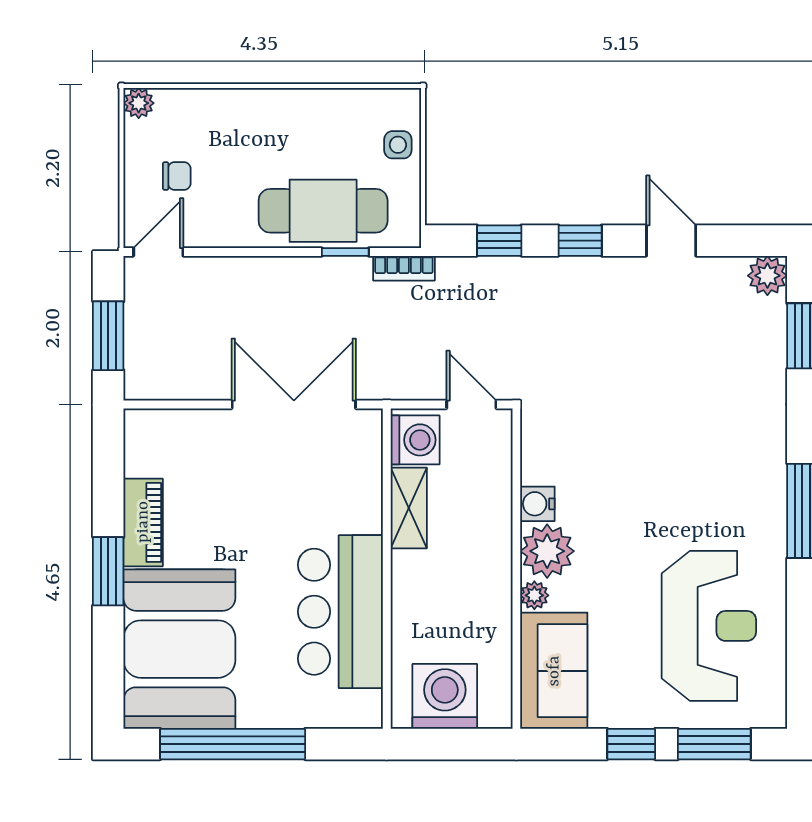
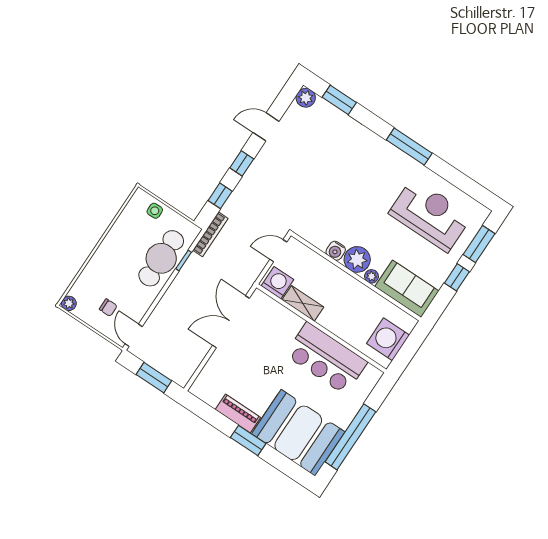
chair: (177, 176) -> (108, 308), turned 90
bookcase: (404, 268) -> (210, 234), width x1.56

